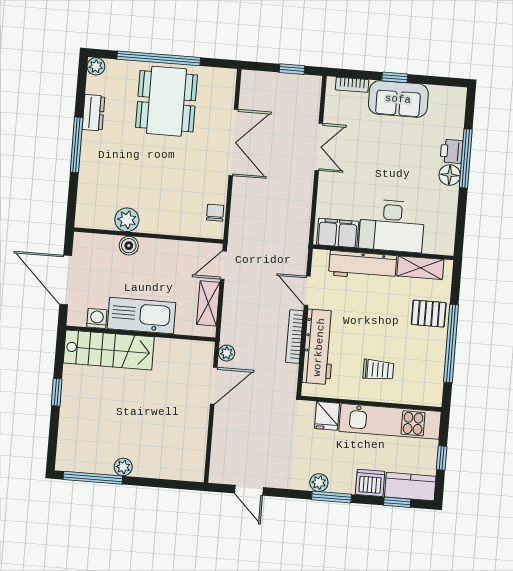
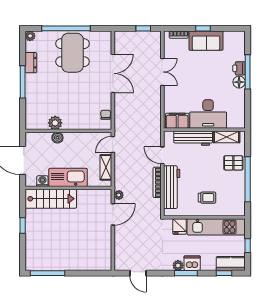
plant: (123, 467) -> (64, 265), removed
dishwasher: (370, 483) -> (192, 263), moved

